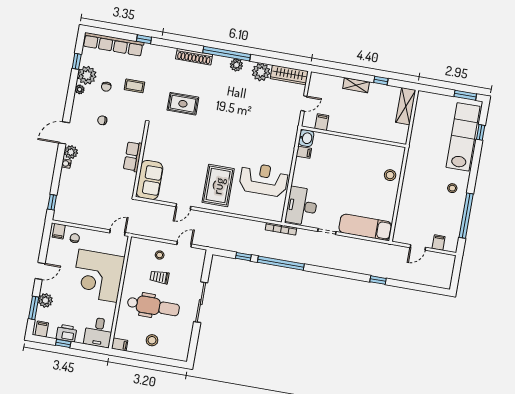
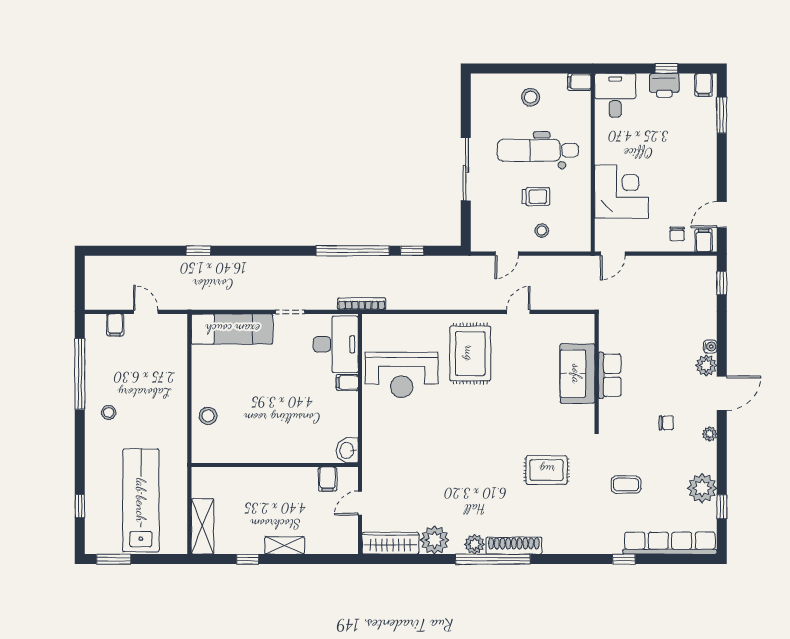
shoe rack: (194, 57) -> (514, 546), moved
chair: (106, 87) -> (669, 476), removed
plant: (80, 89) -> (710, 434), moved
lab bench: (463, 137) -> (141, 500), moved, turned 180
filing cabinet: (304, 152) -> (347, 382), moved
sofa: (150, 180) -> (577, 374), moved
door: (418, 247) -> (146, 312), hinge flipped
door: (40, 271) -> (722, 215), moved
corner desk: (98, 276) -> (621, 192), width x0.74, depth x0.74
plant: (45, 300) -> (706, 130), removed

